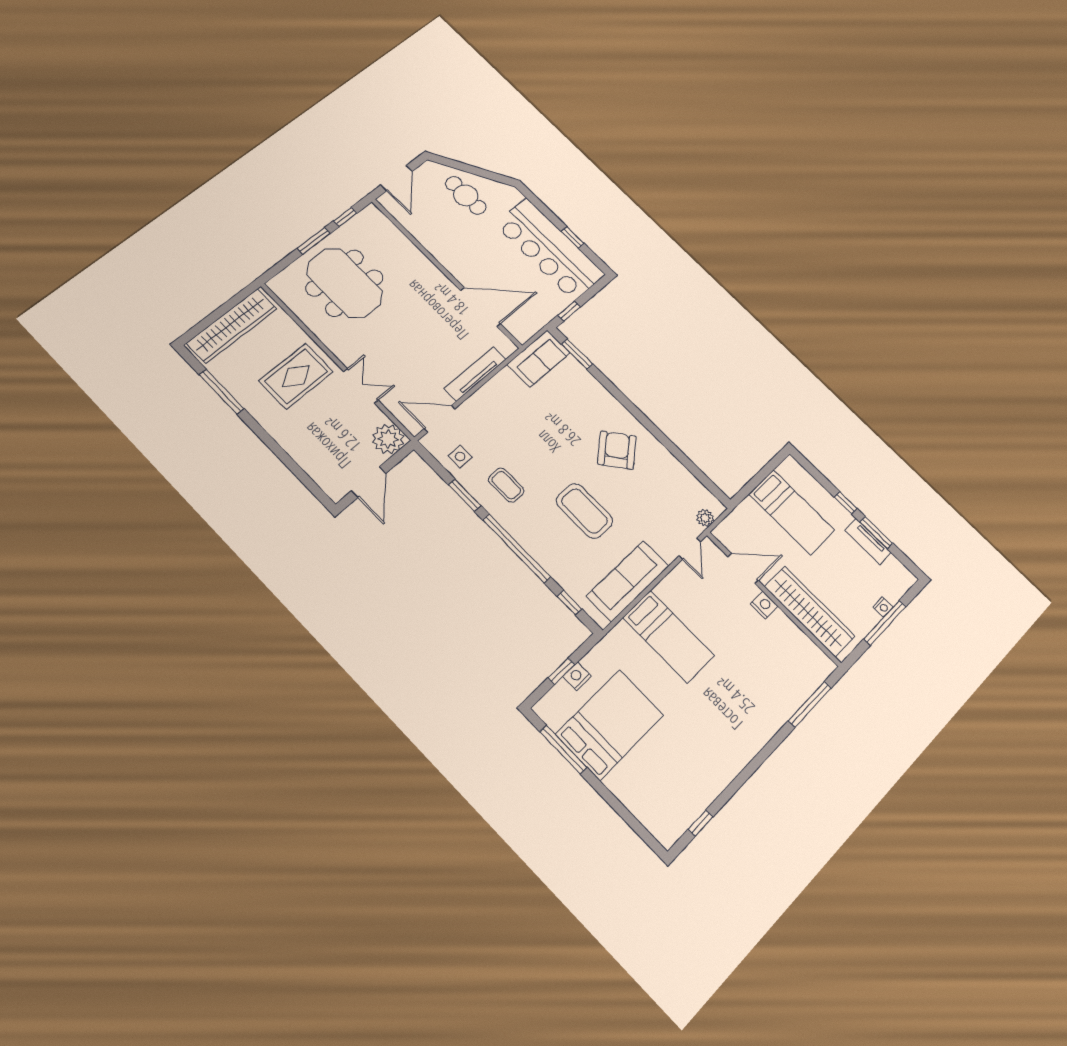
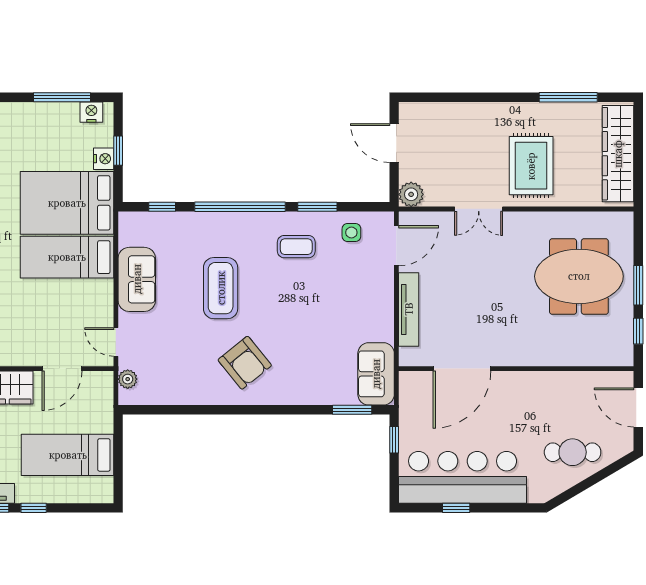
plant: (388, 439) -> (411, 194), width x0.73, depth x0.73
coffee table: (584, 511) -> (221, 288), turned 90
sofa: (628, 581) -> (137, 279), width x0.73
nightstand: (764, 605) -> (91, 112), moved, turned 180
bed: (610, 725) -> (67, 203), moved, turned 90

